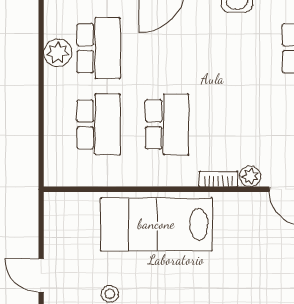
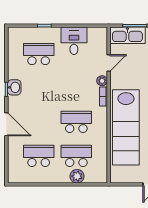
plant: (58, 53) -> (77, 176), moved
lab bench: (156, 224) -> (126, 127), width x1.36

